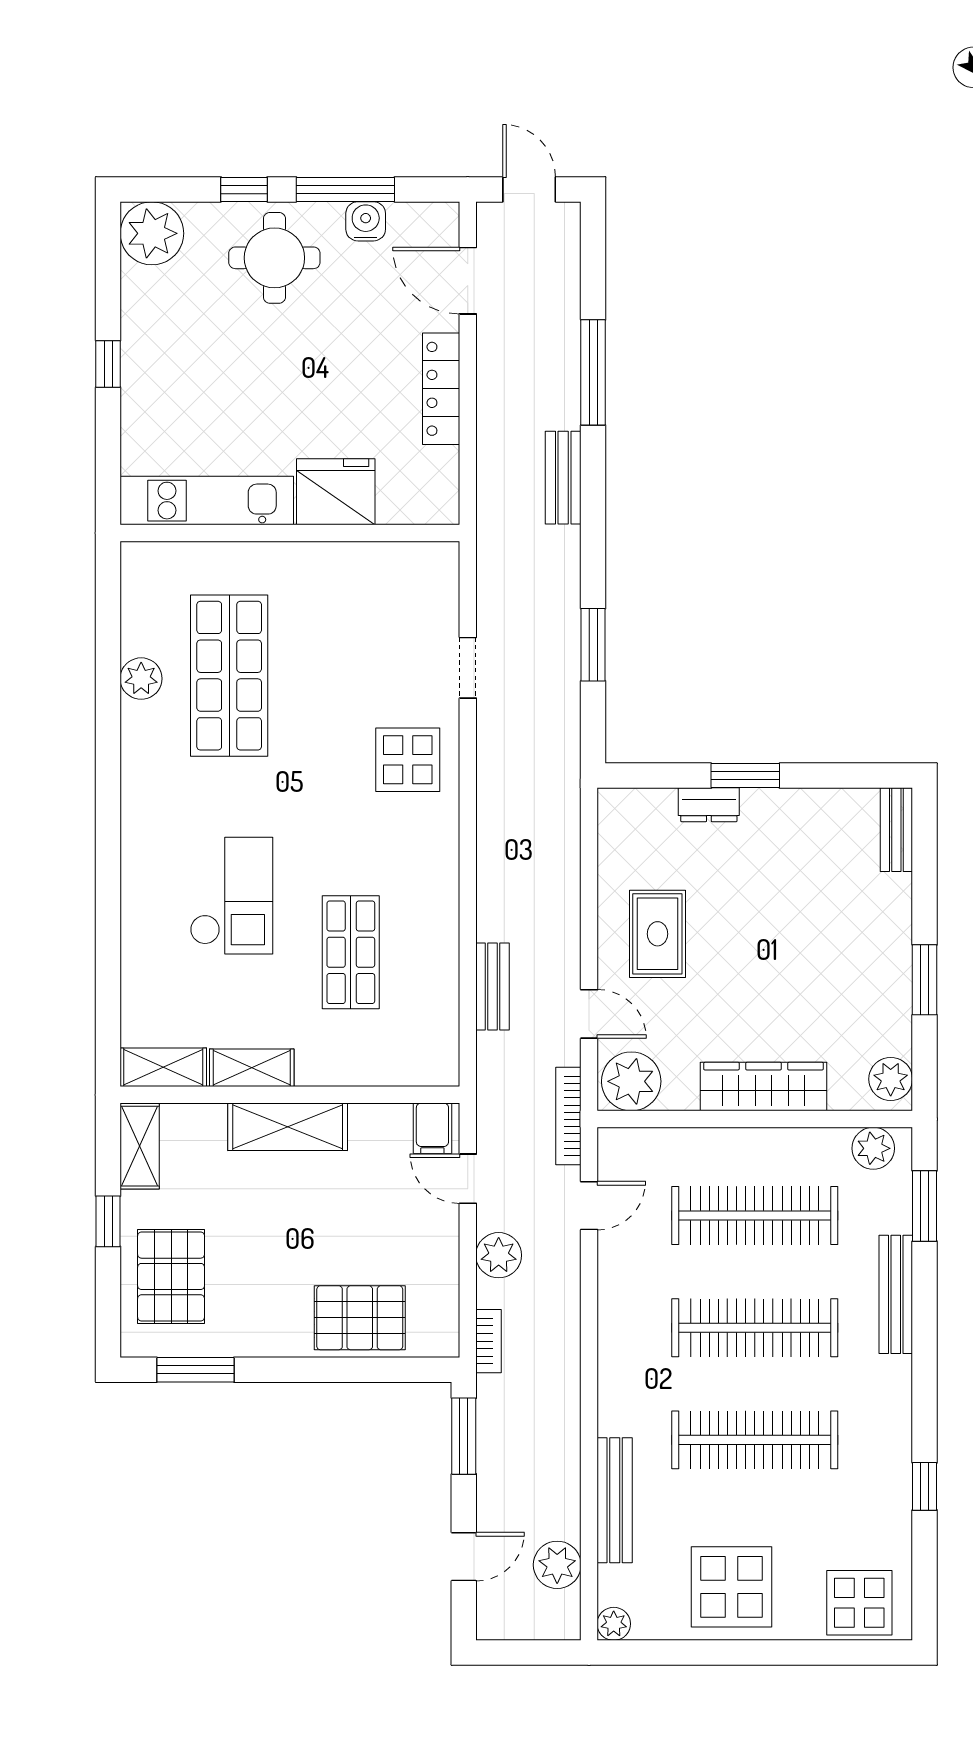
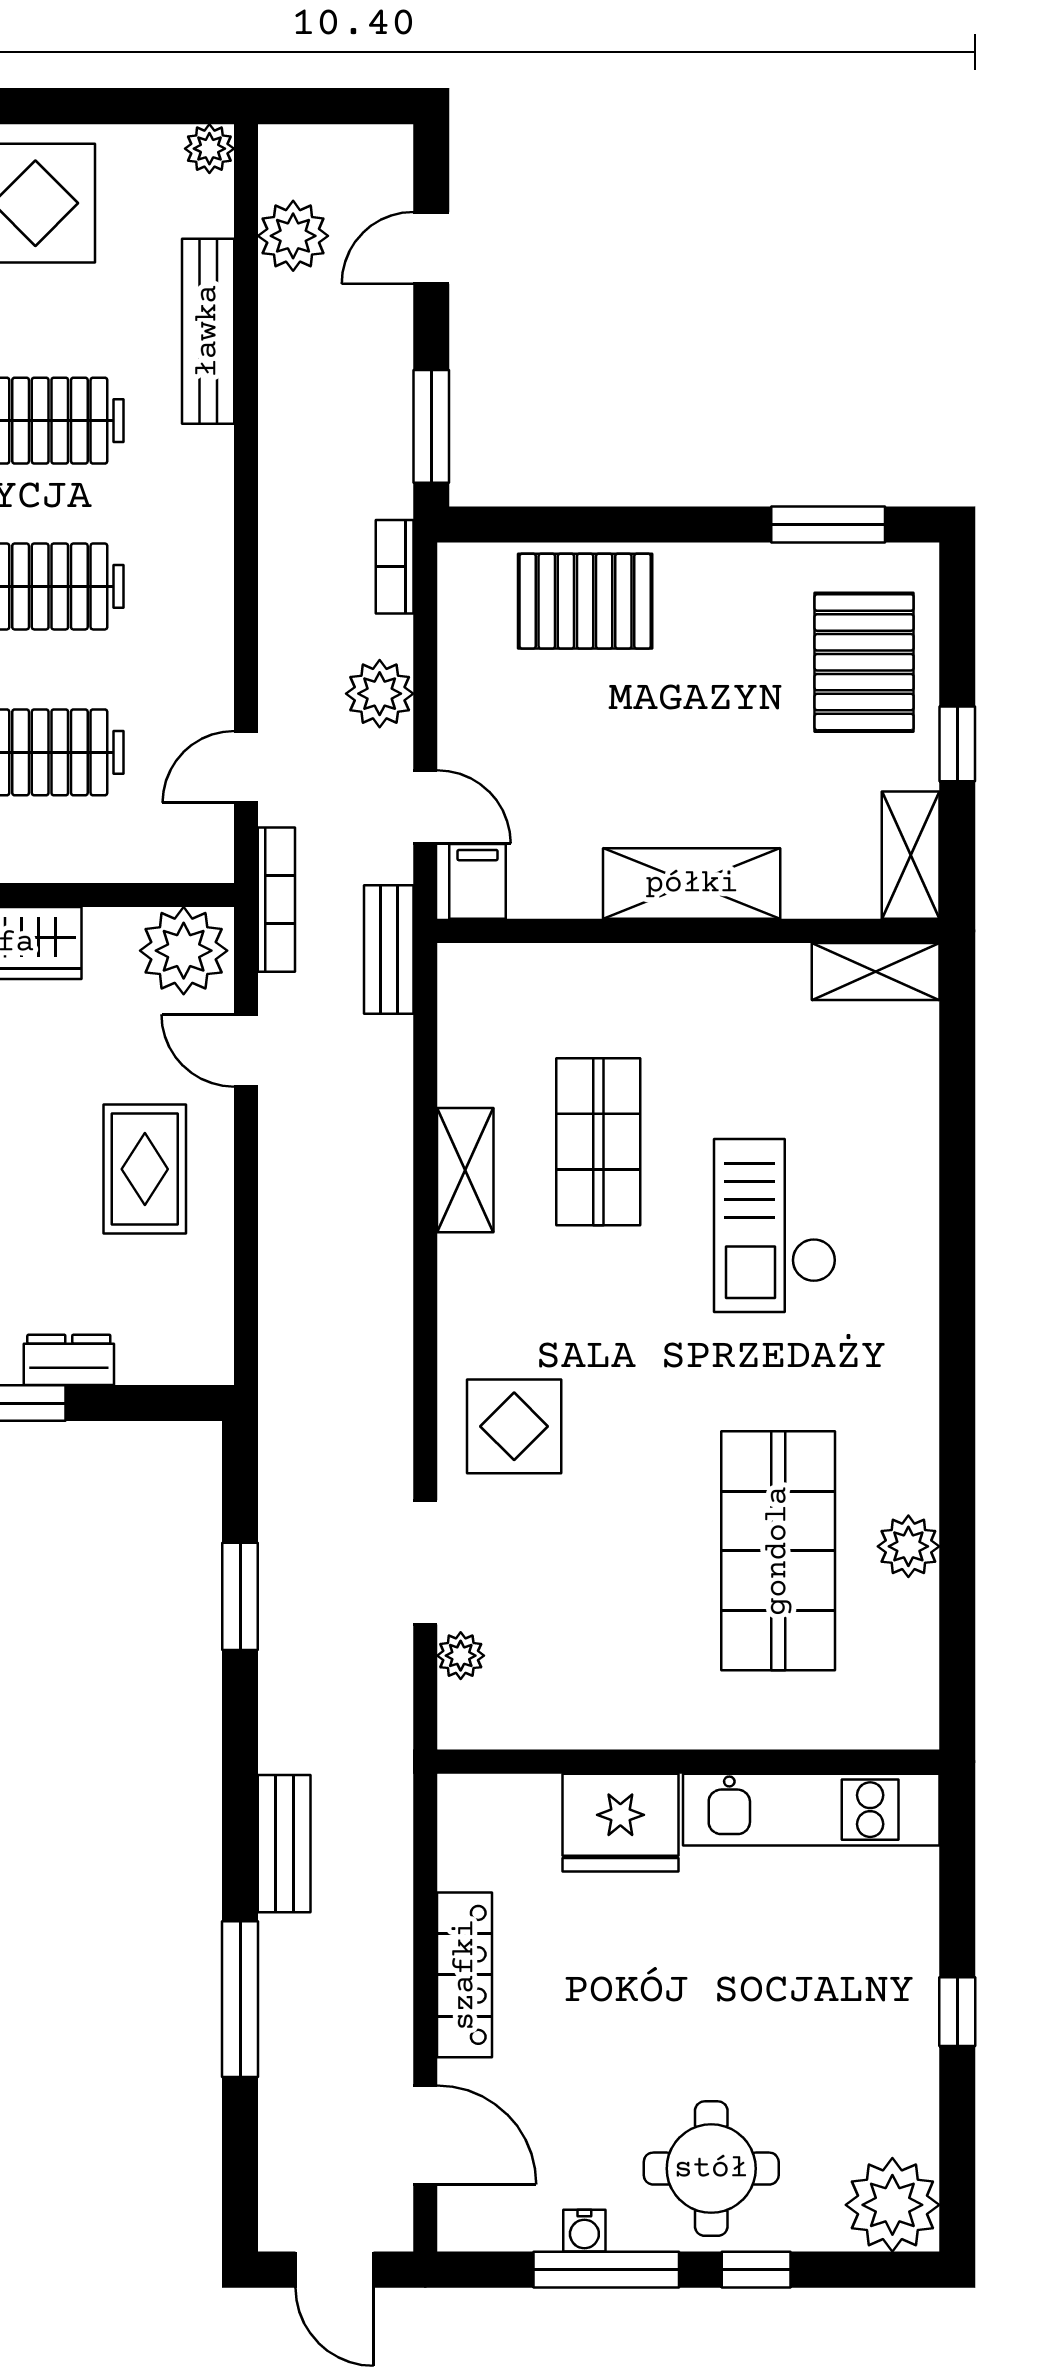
water cooler: (366, 221) -> (584, 2231), width x0.72, depth x0.72
plant: (444, 605) -> (461, 1656), added
doorway: (468, 668) -> (425, 1562), width x1.38
bench: (493, 986) -> (389, 949), moved
shelving: (252, 1068) -> (465, 1170), moved, turned 90

